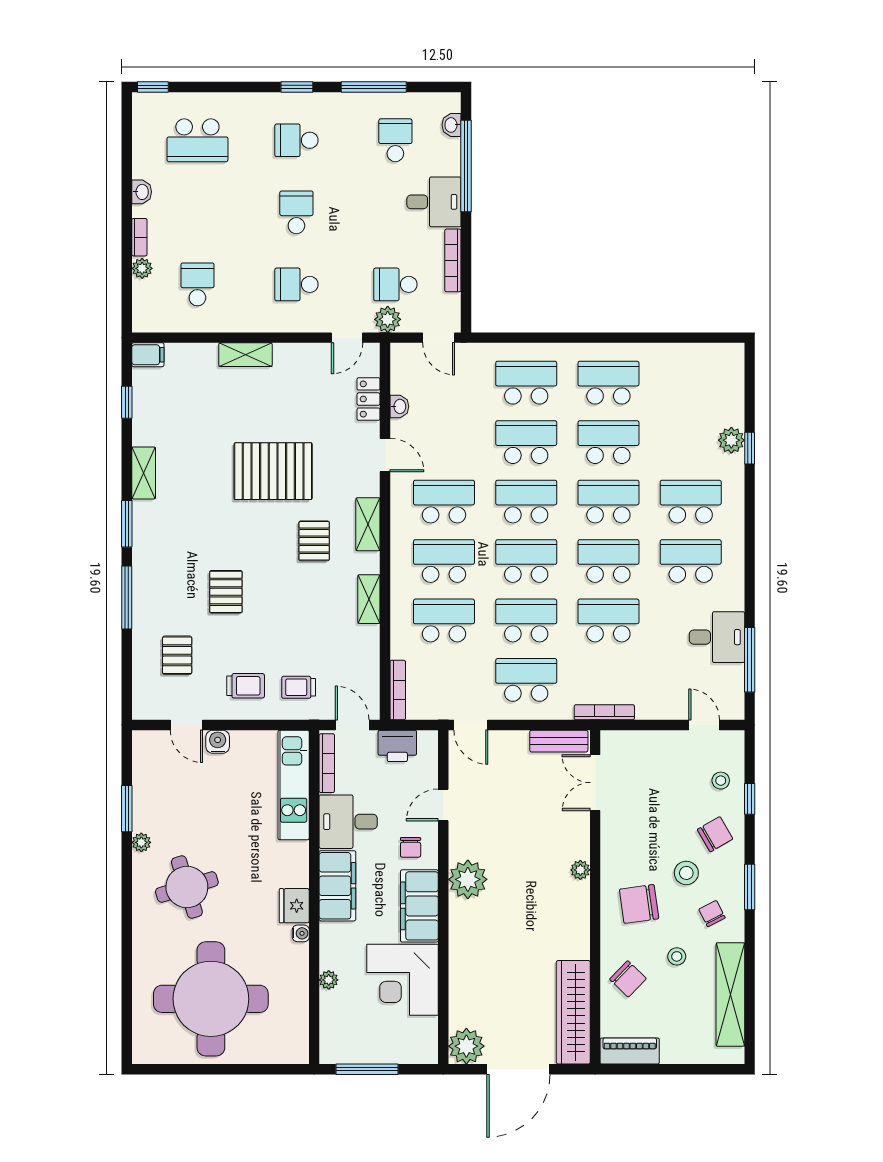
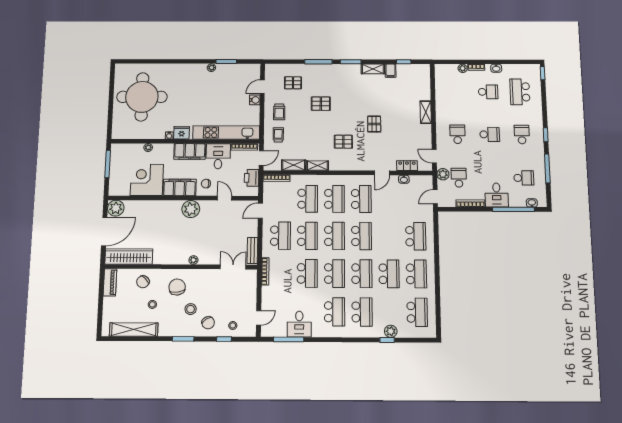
school desk: (197, 284) -> (488, 92), moved
filing cabinet: (148, 355) -> (391, 71), moved
school desk: (526, 442) -> (417, 312), moved
pallet: (273, 471) -> (374, 124), width x0.49, depth x0.50
shelving: (368, 524) -> (294, 165), moved
kitchen unit: (294, 785) -> (226, 132), width x1.36
round table: (187, 887) -> (191, 87), removed
chair: (712, 913) -> (171, 321), removed
door: (518, 1069) -> (104, 231), swing flipped

